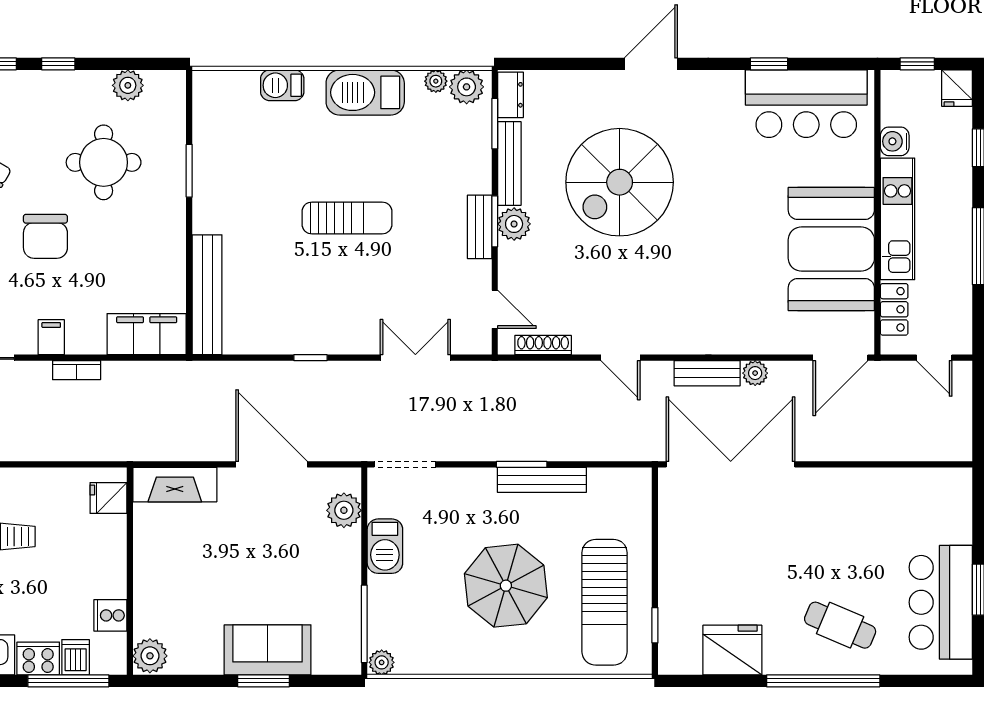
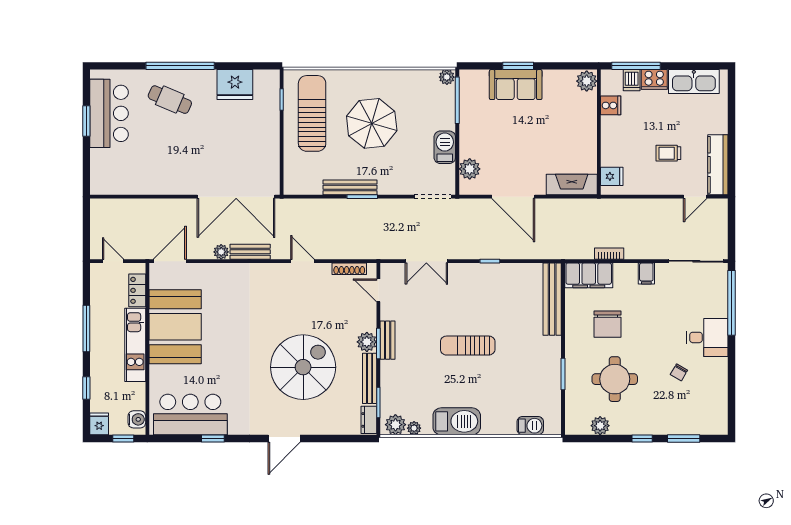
barbecue: (282, 85) -> (530, 426), moved
water cooler: (895, 141) -> (137, 419), moved
chair: (45, 236) -> (608, 324), moved, turned 180
bookcase: (77, 370) -> (609, 254), moved

